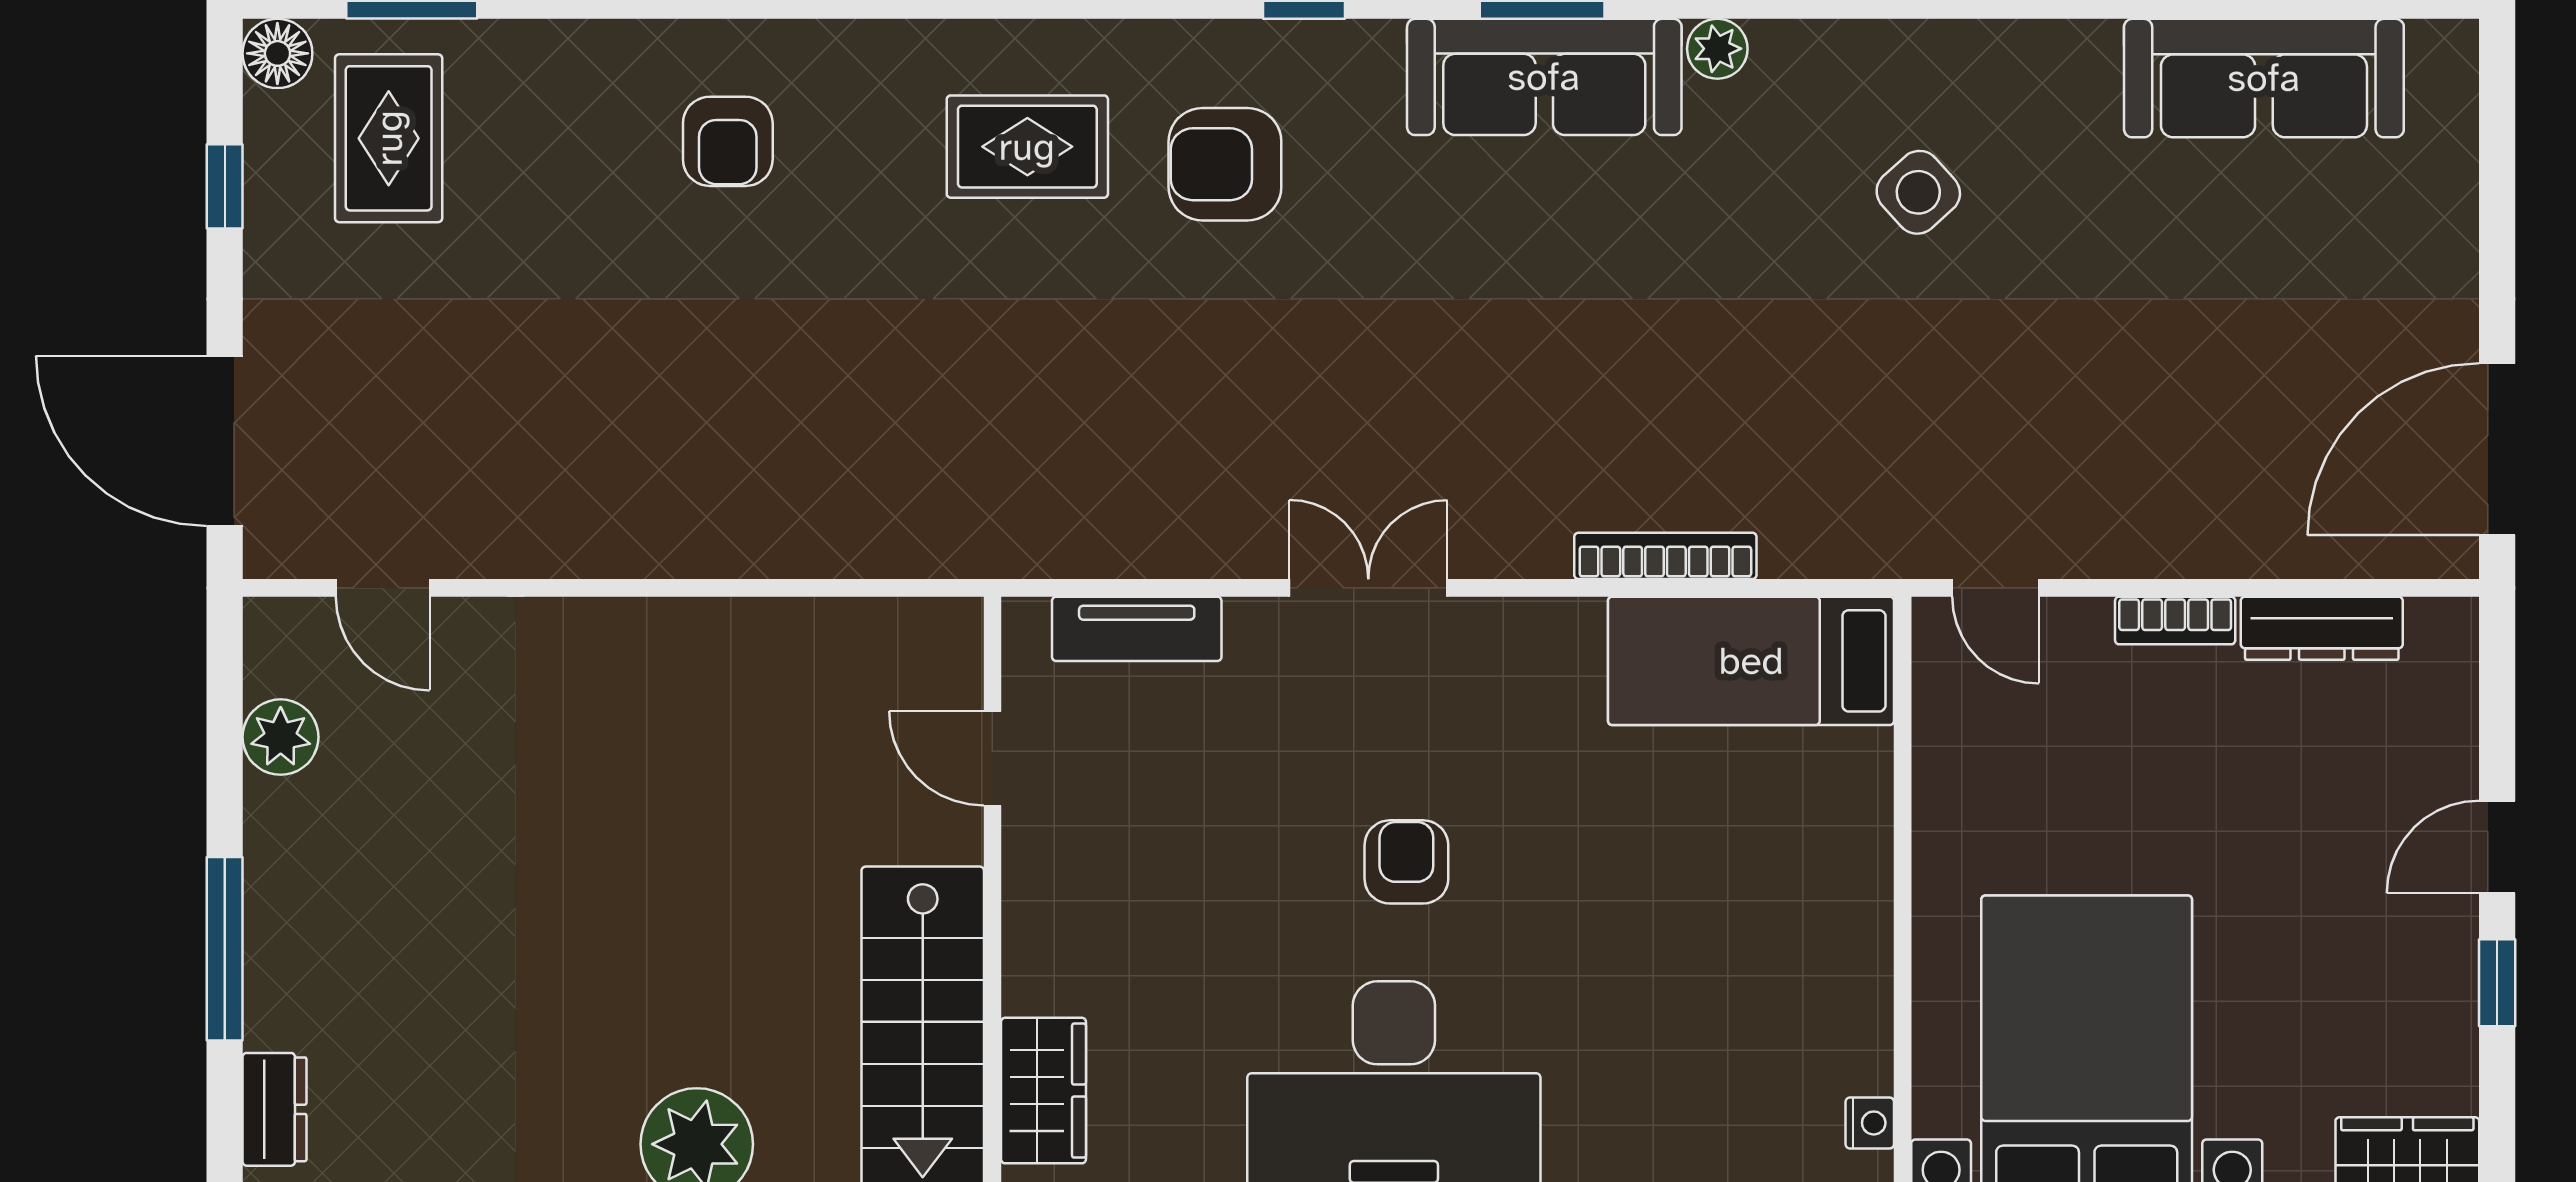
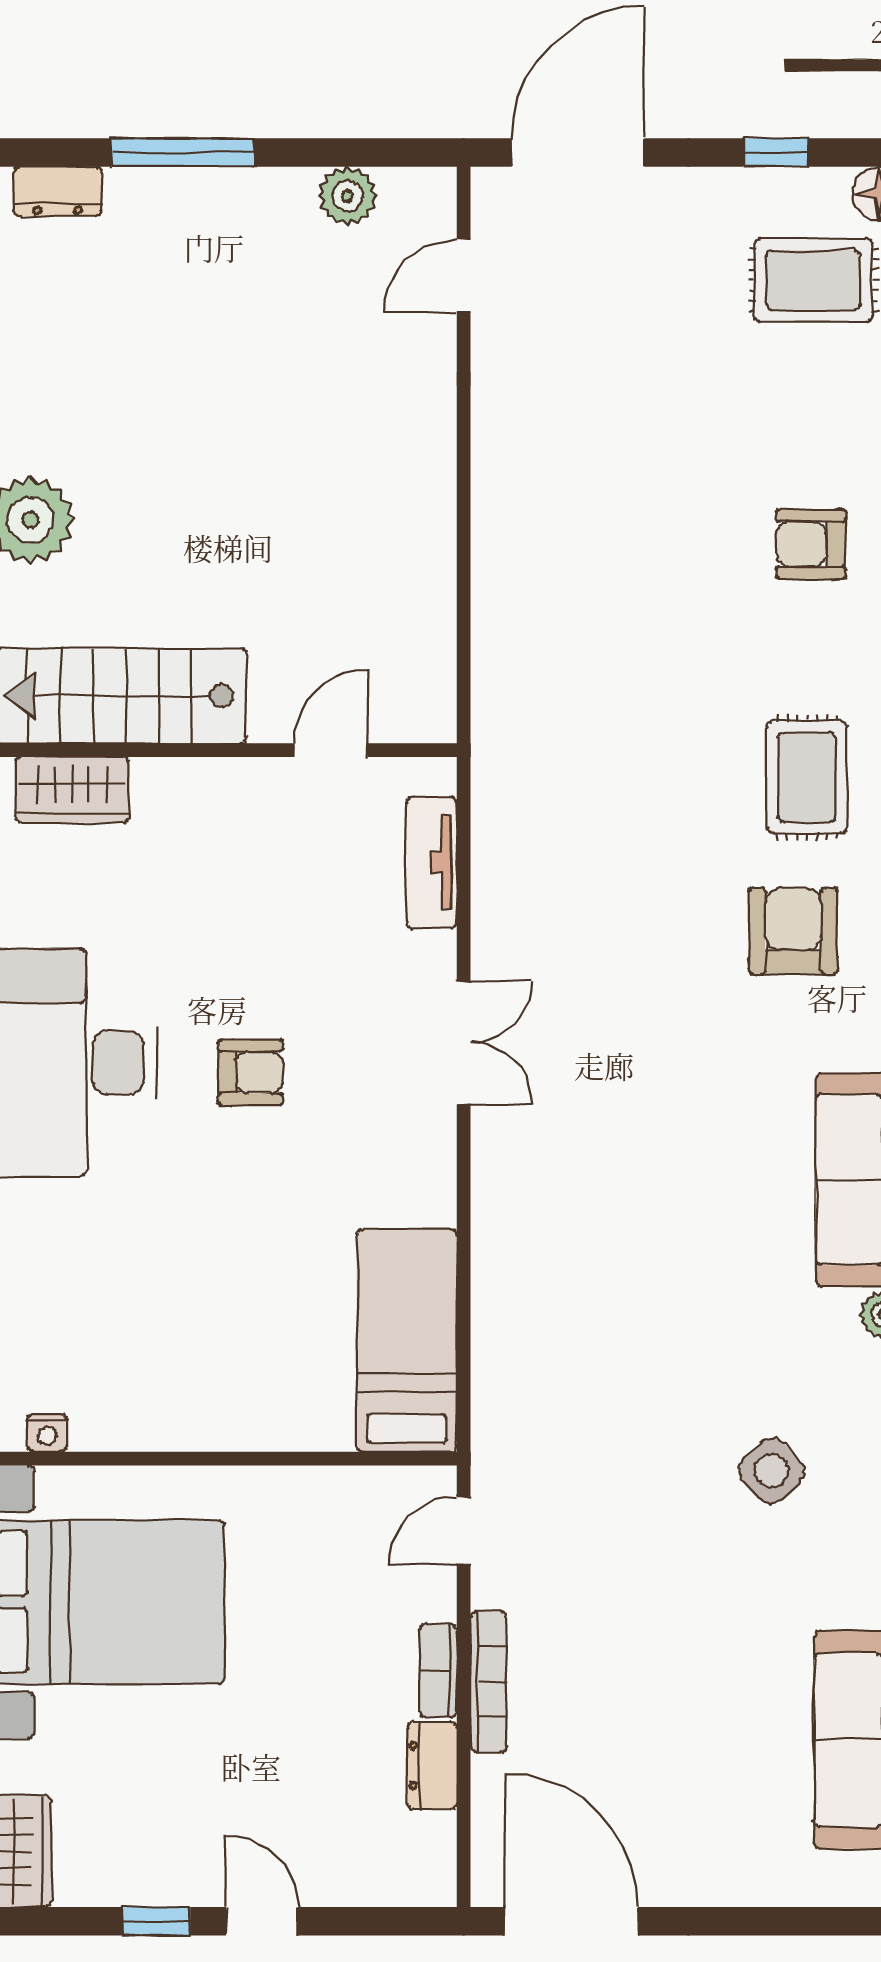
bookcase: (1665, 556) -> (488, 1681), moved
dresser: (2322, 628) -> (432, 1766), width x0.70

